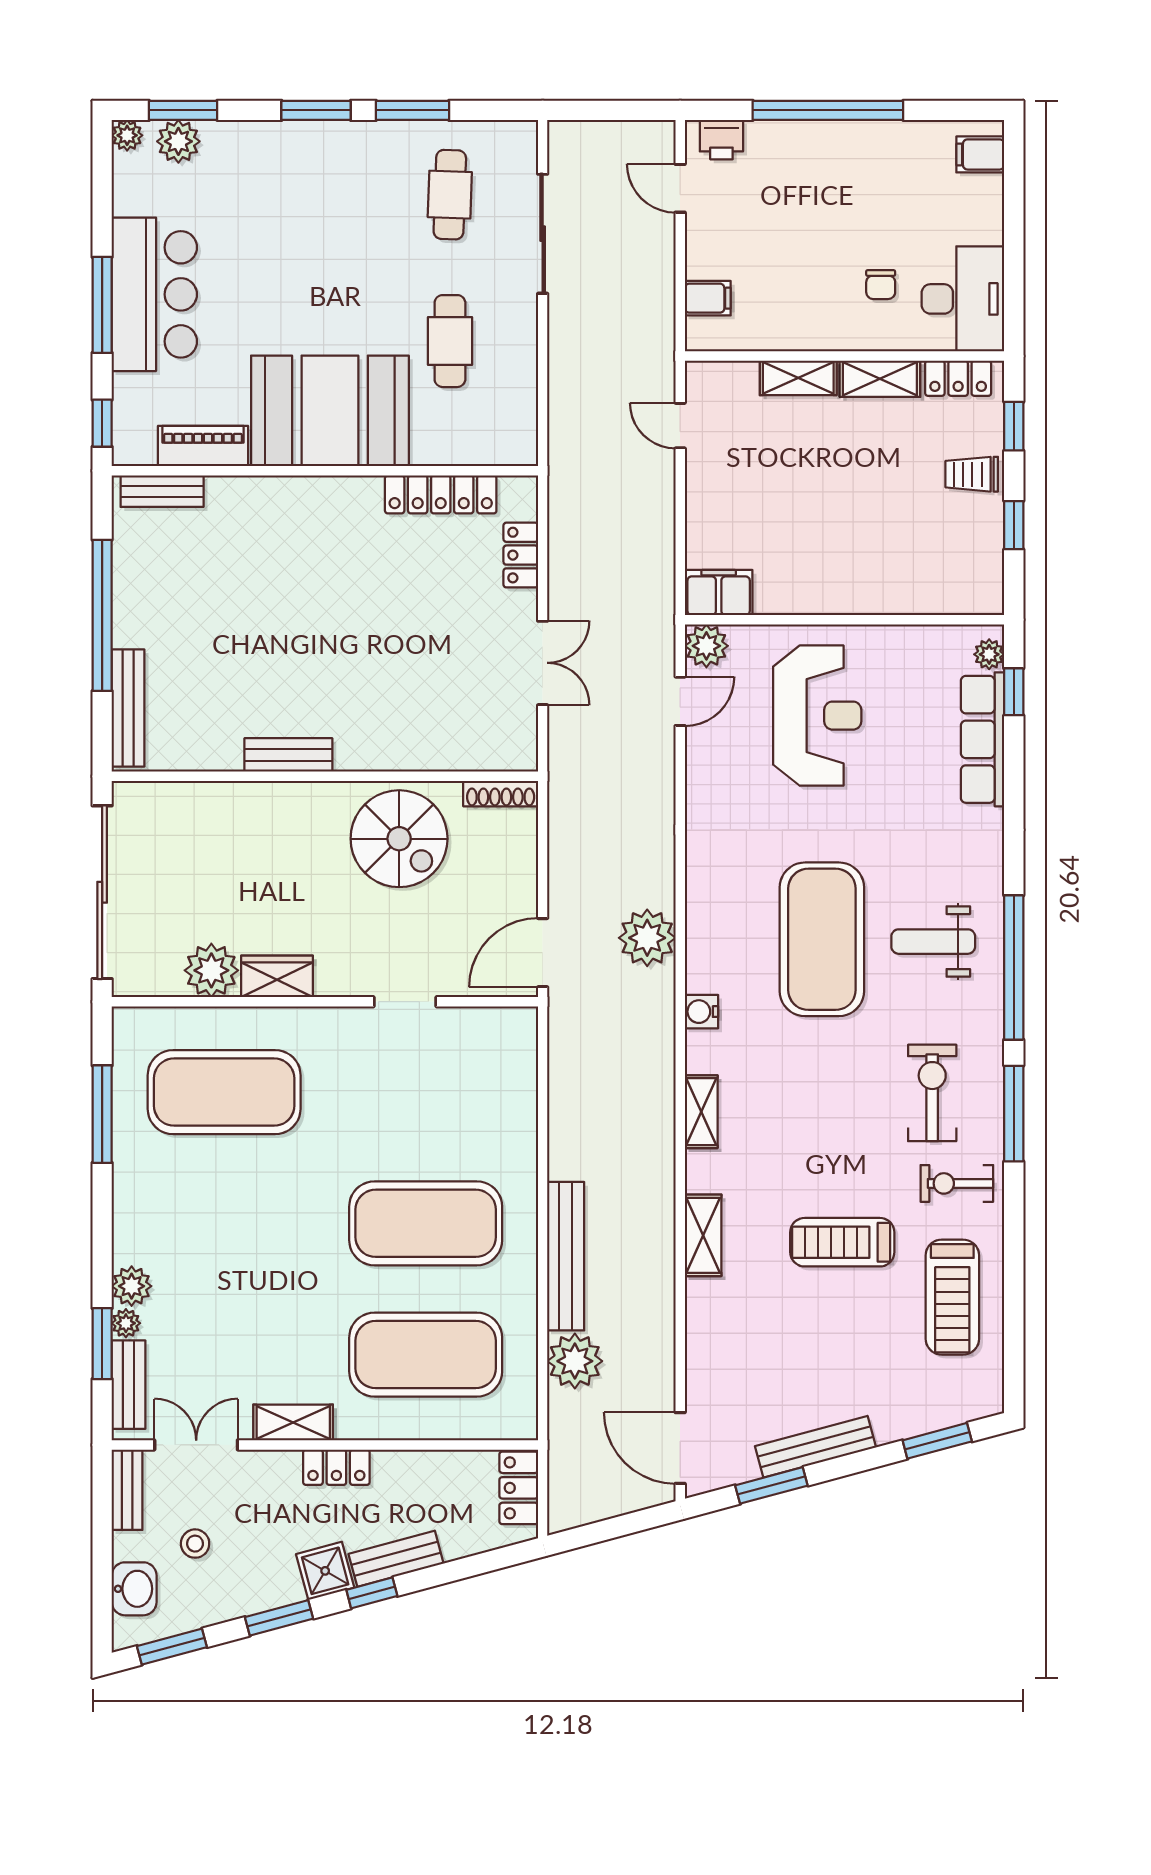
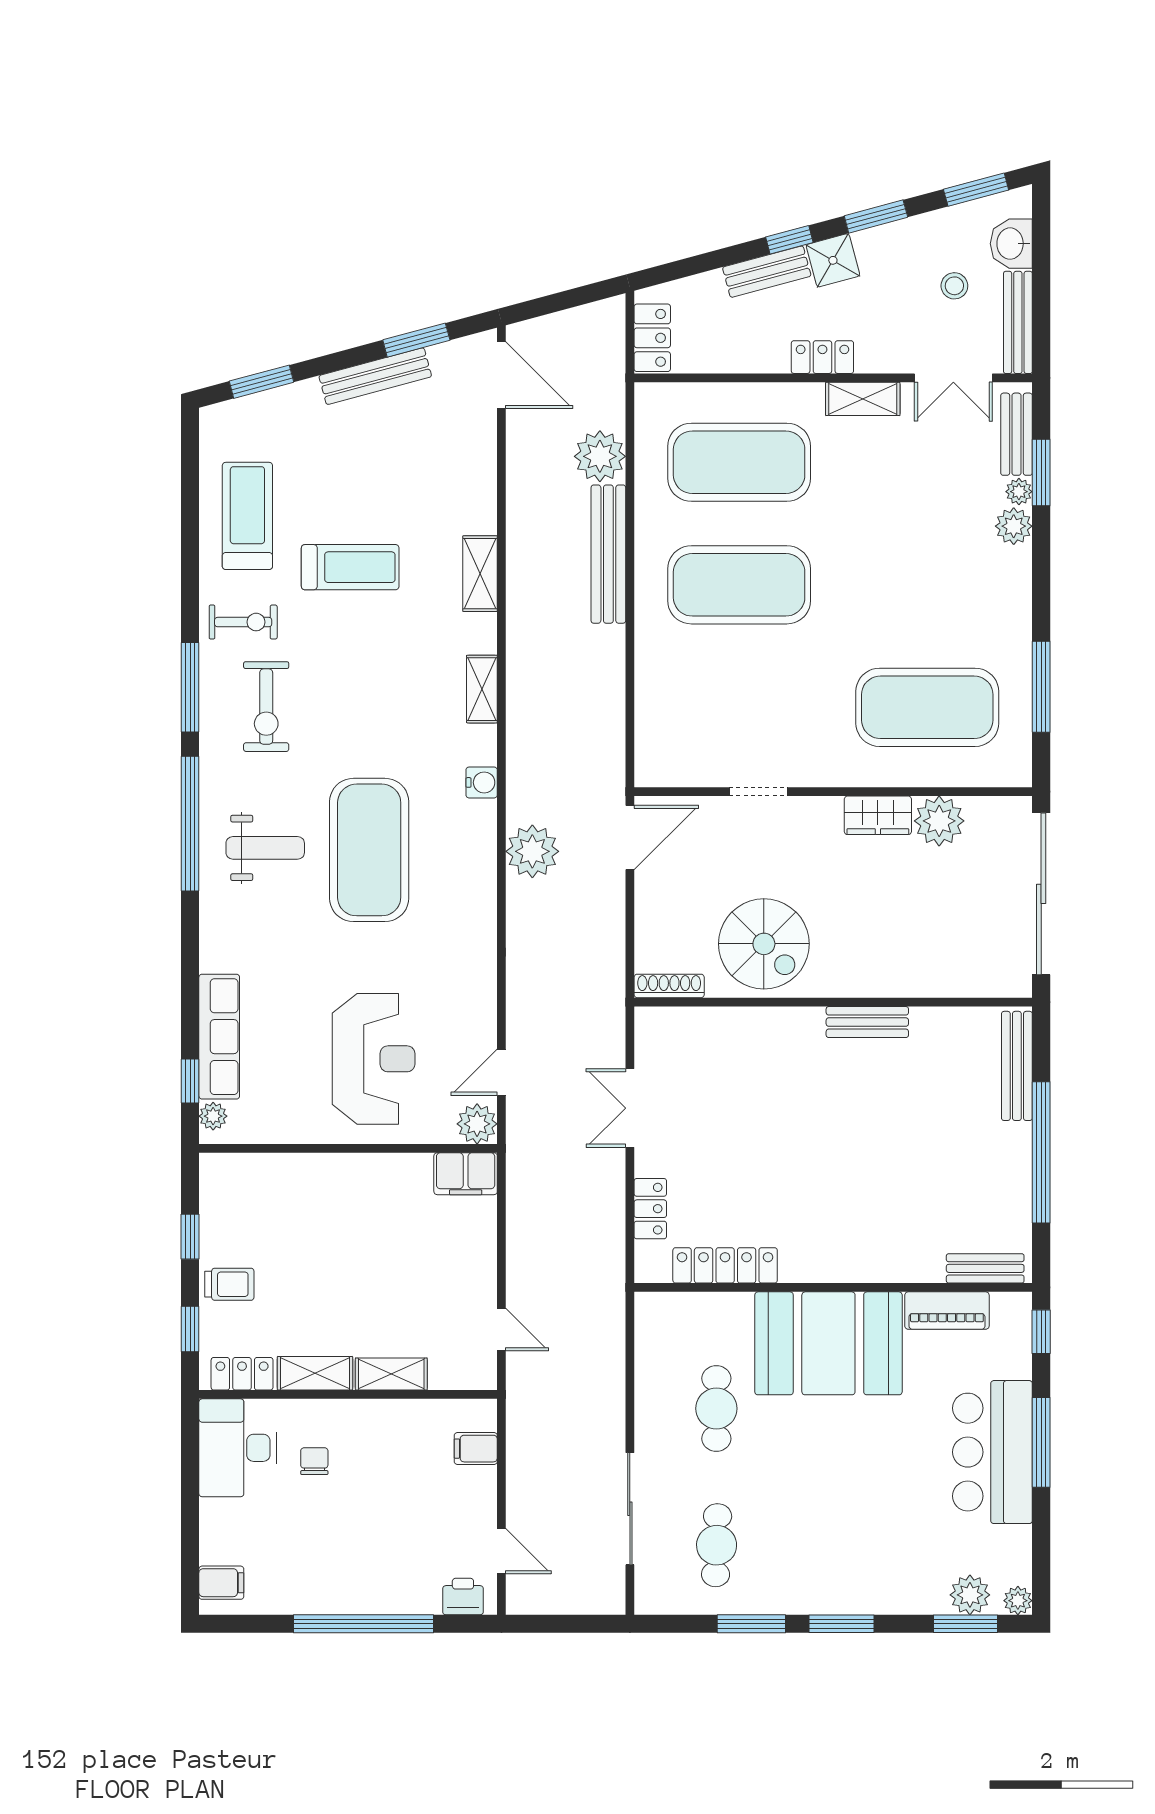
reception desk: (817, 716) -> (374, 1059), turned 180
spiral stairs: (399, 839) -> (764, 944), turned 180
bench: (127, 1490) -> (1018, 322), width x1.36

